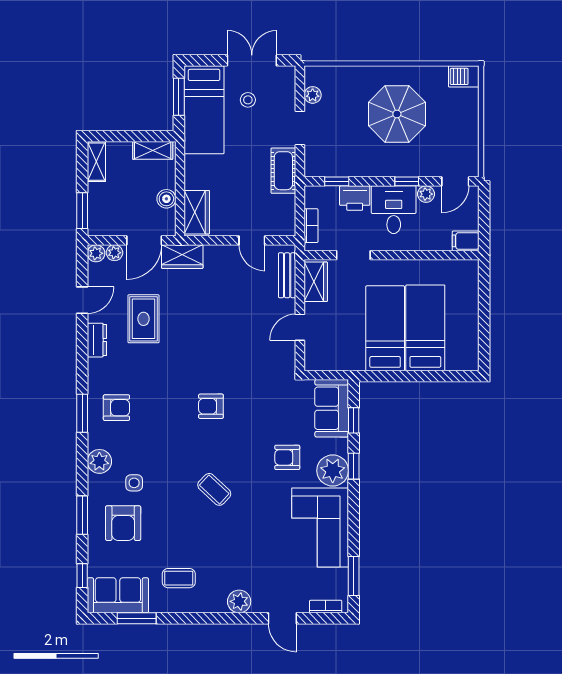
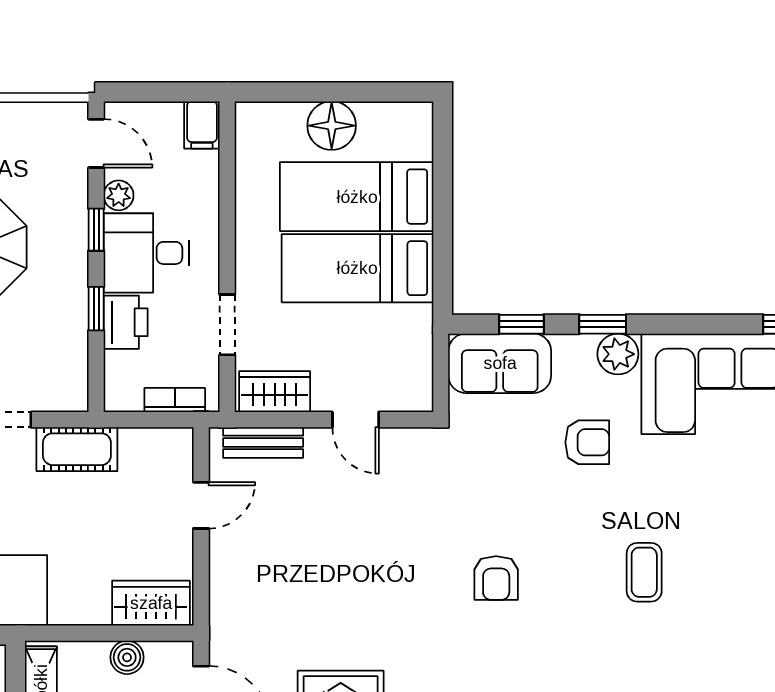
window: (337, 181) -> (96, 309), moved
wardrobe: (182, 257) -> (230, 629), removed
floor lamp: (465, 314) -> (332, 126), added
armchair: (287, 457) -> (587, 442), turned -90
plant: (333, 471) -> (618, 354), width x0.73, depth x0.73
coffee table: (214, 489) -> (644, 572), turned -43

